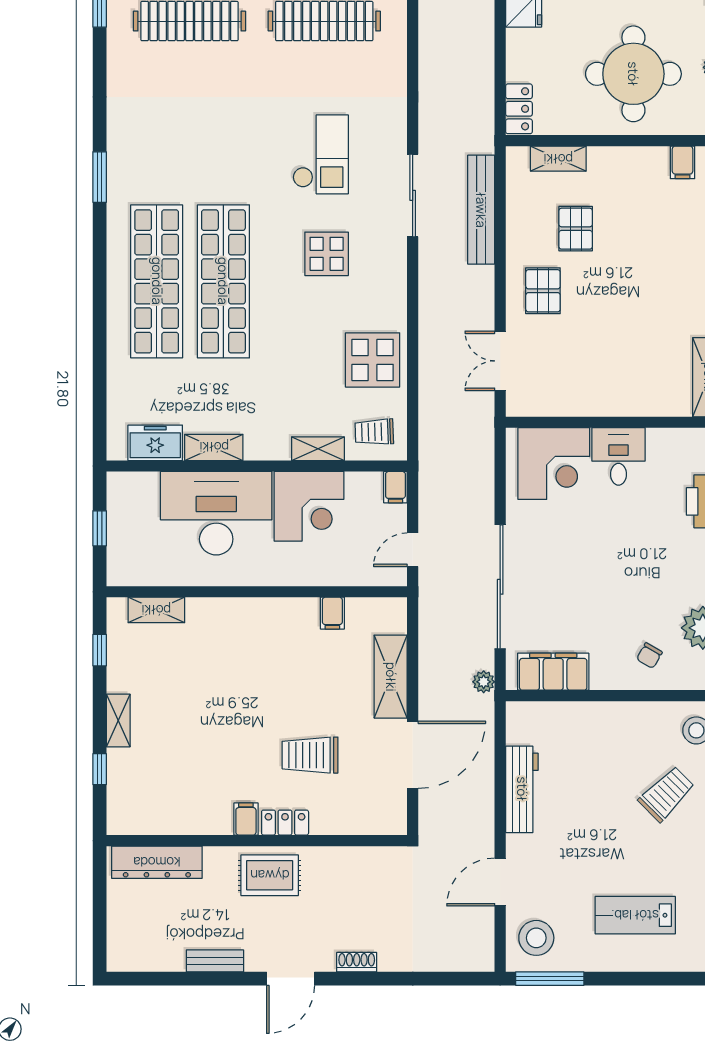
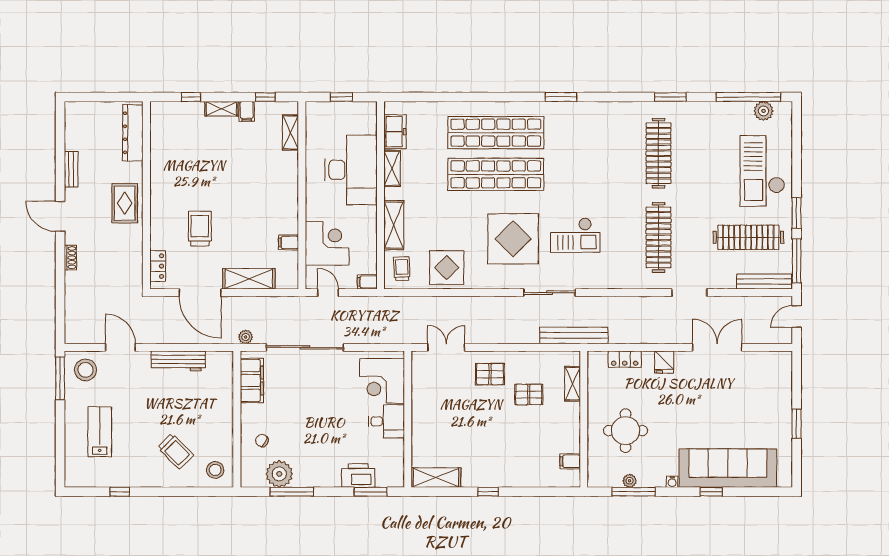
round table: (633, 74) -> (626, 431), width x0.73, depth x0.73
locker: (519, 109) -> (625, 359), moved
bench: (481, 210) -> (574, 335), moved
display table: (327, 254) -> (513, 239), width x1.86, depth x1.86
shelving: (318, 449) -> (394, 225), width x1.50, depth x1.33
corner desk: (309, 506) -> (327, 243), moved, turned 180
filing cabinet: (246, 819) -> (247, 111), moved, turned 90
locker: (285, 823) -> (158, 266), moved

